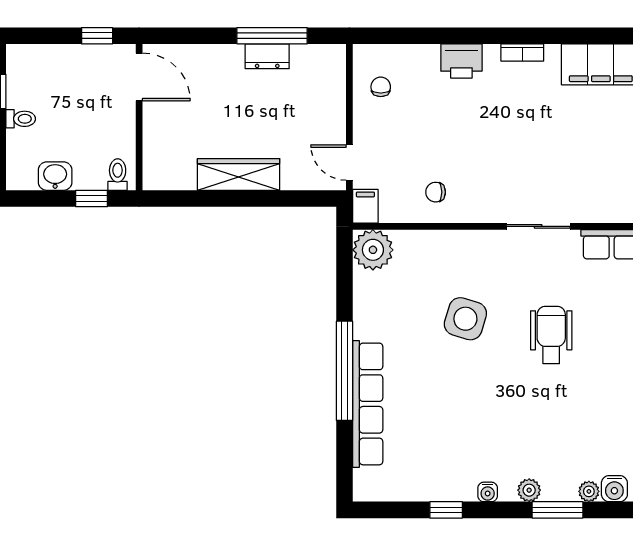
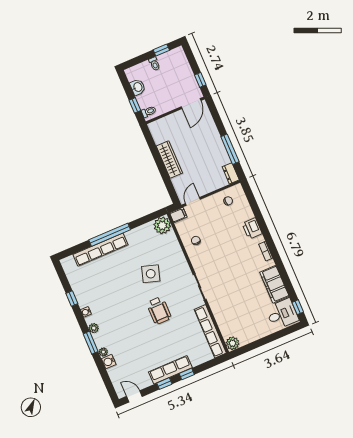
dresser: (267, 56) -> (231, 173), moved
wheelchair: (551, 335) -> (159, 310), turned 90

